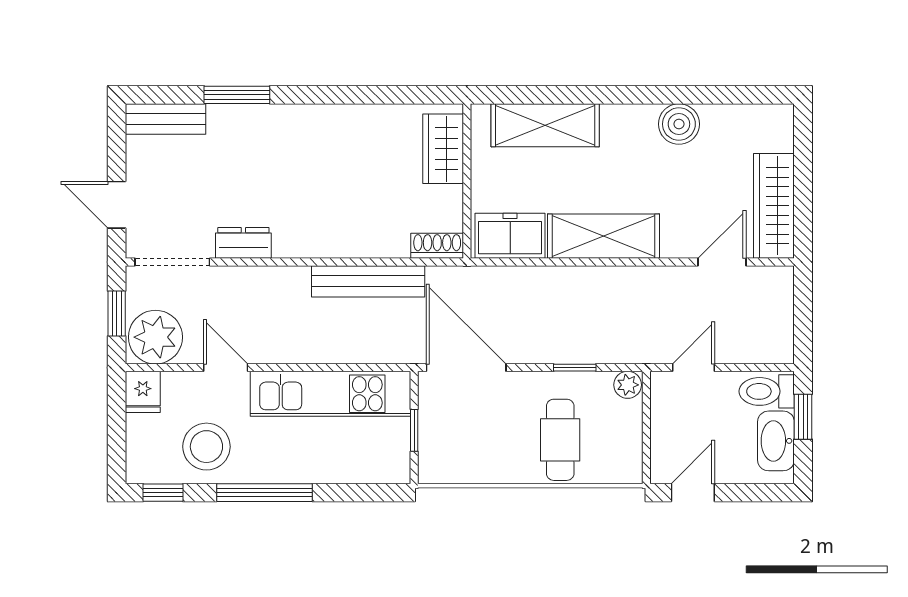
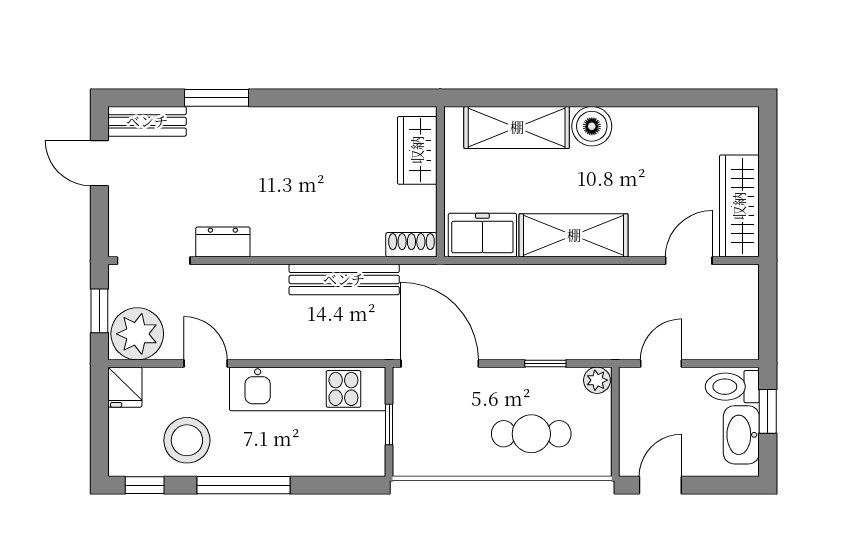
boiler: (679, 124) -> (592, 126), moved
door: (117, 205) -> (99, 163), moved
cafe table: (560, 440) -> (531, 434), turned 90

